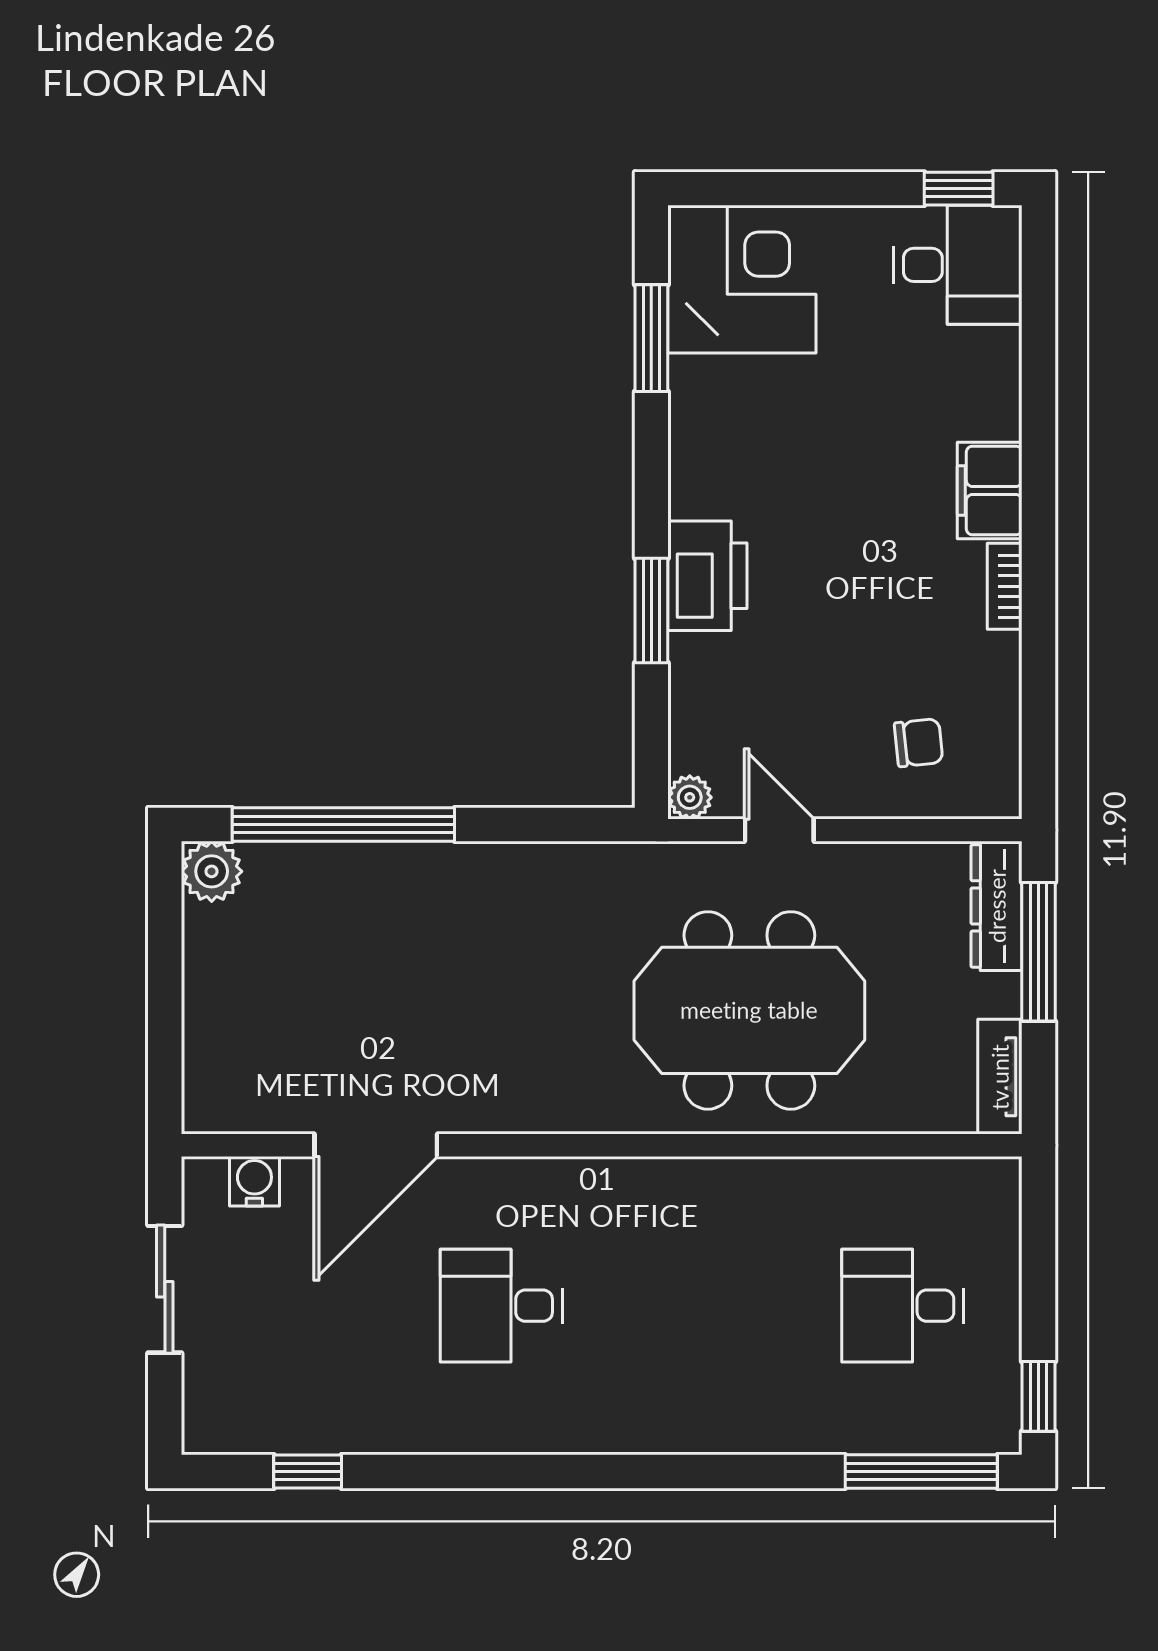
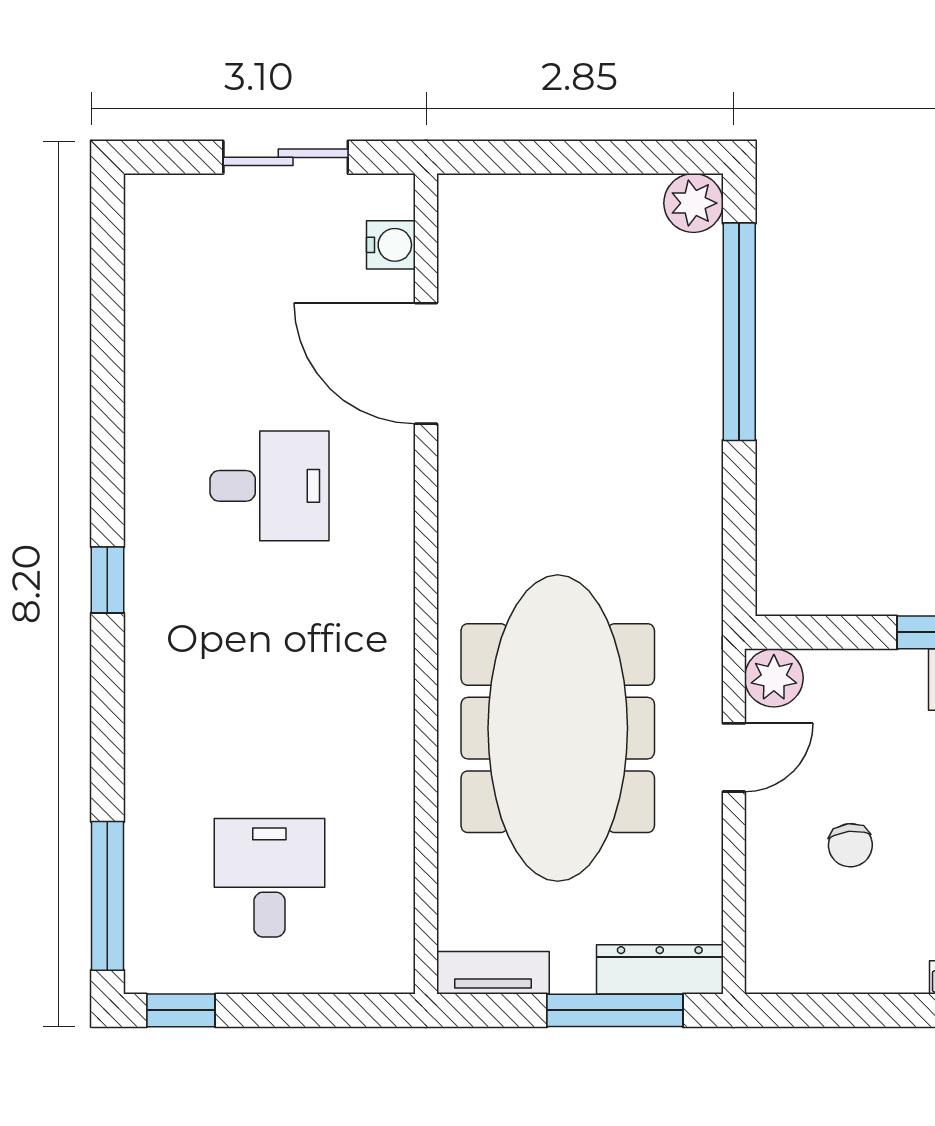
chair: (919, 743) -> (850, 845), moved
plant: (690, 797) -> (774, 678), width x1.38, depth x1.38
meeting table: (749, 1010) -> (558, 728), width x1.36
desk: (501, 1306) -> (269, 486), turned 90
window: (308, 1472) -> (107, 580), moved

